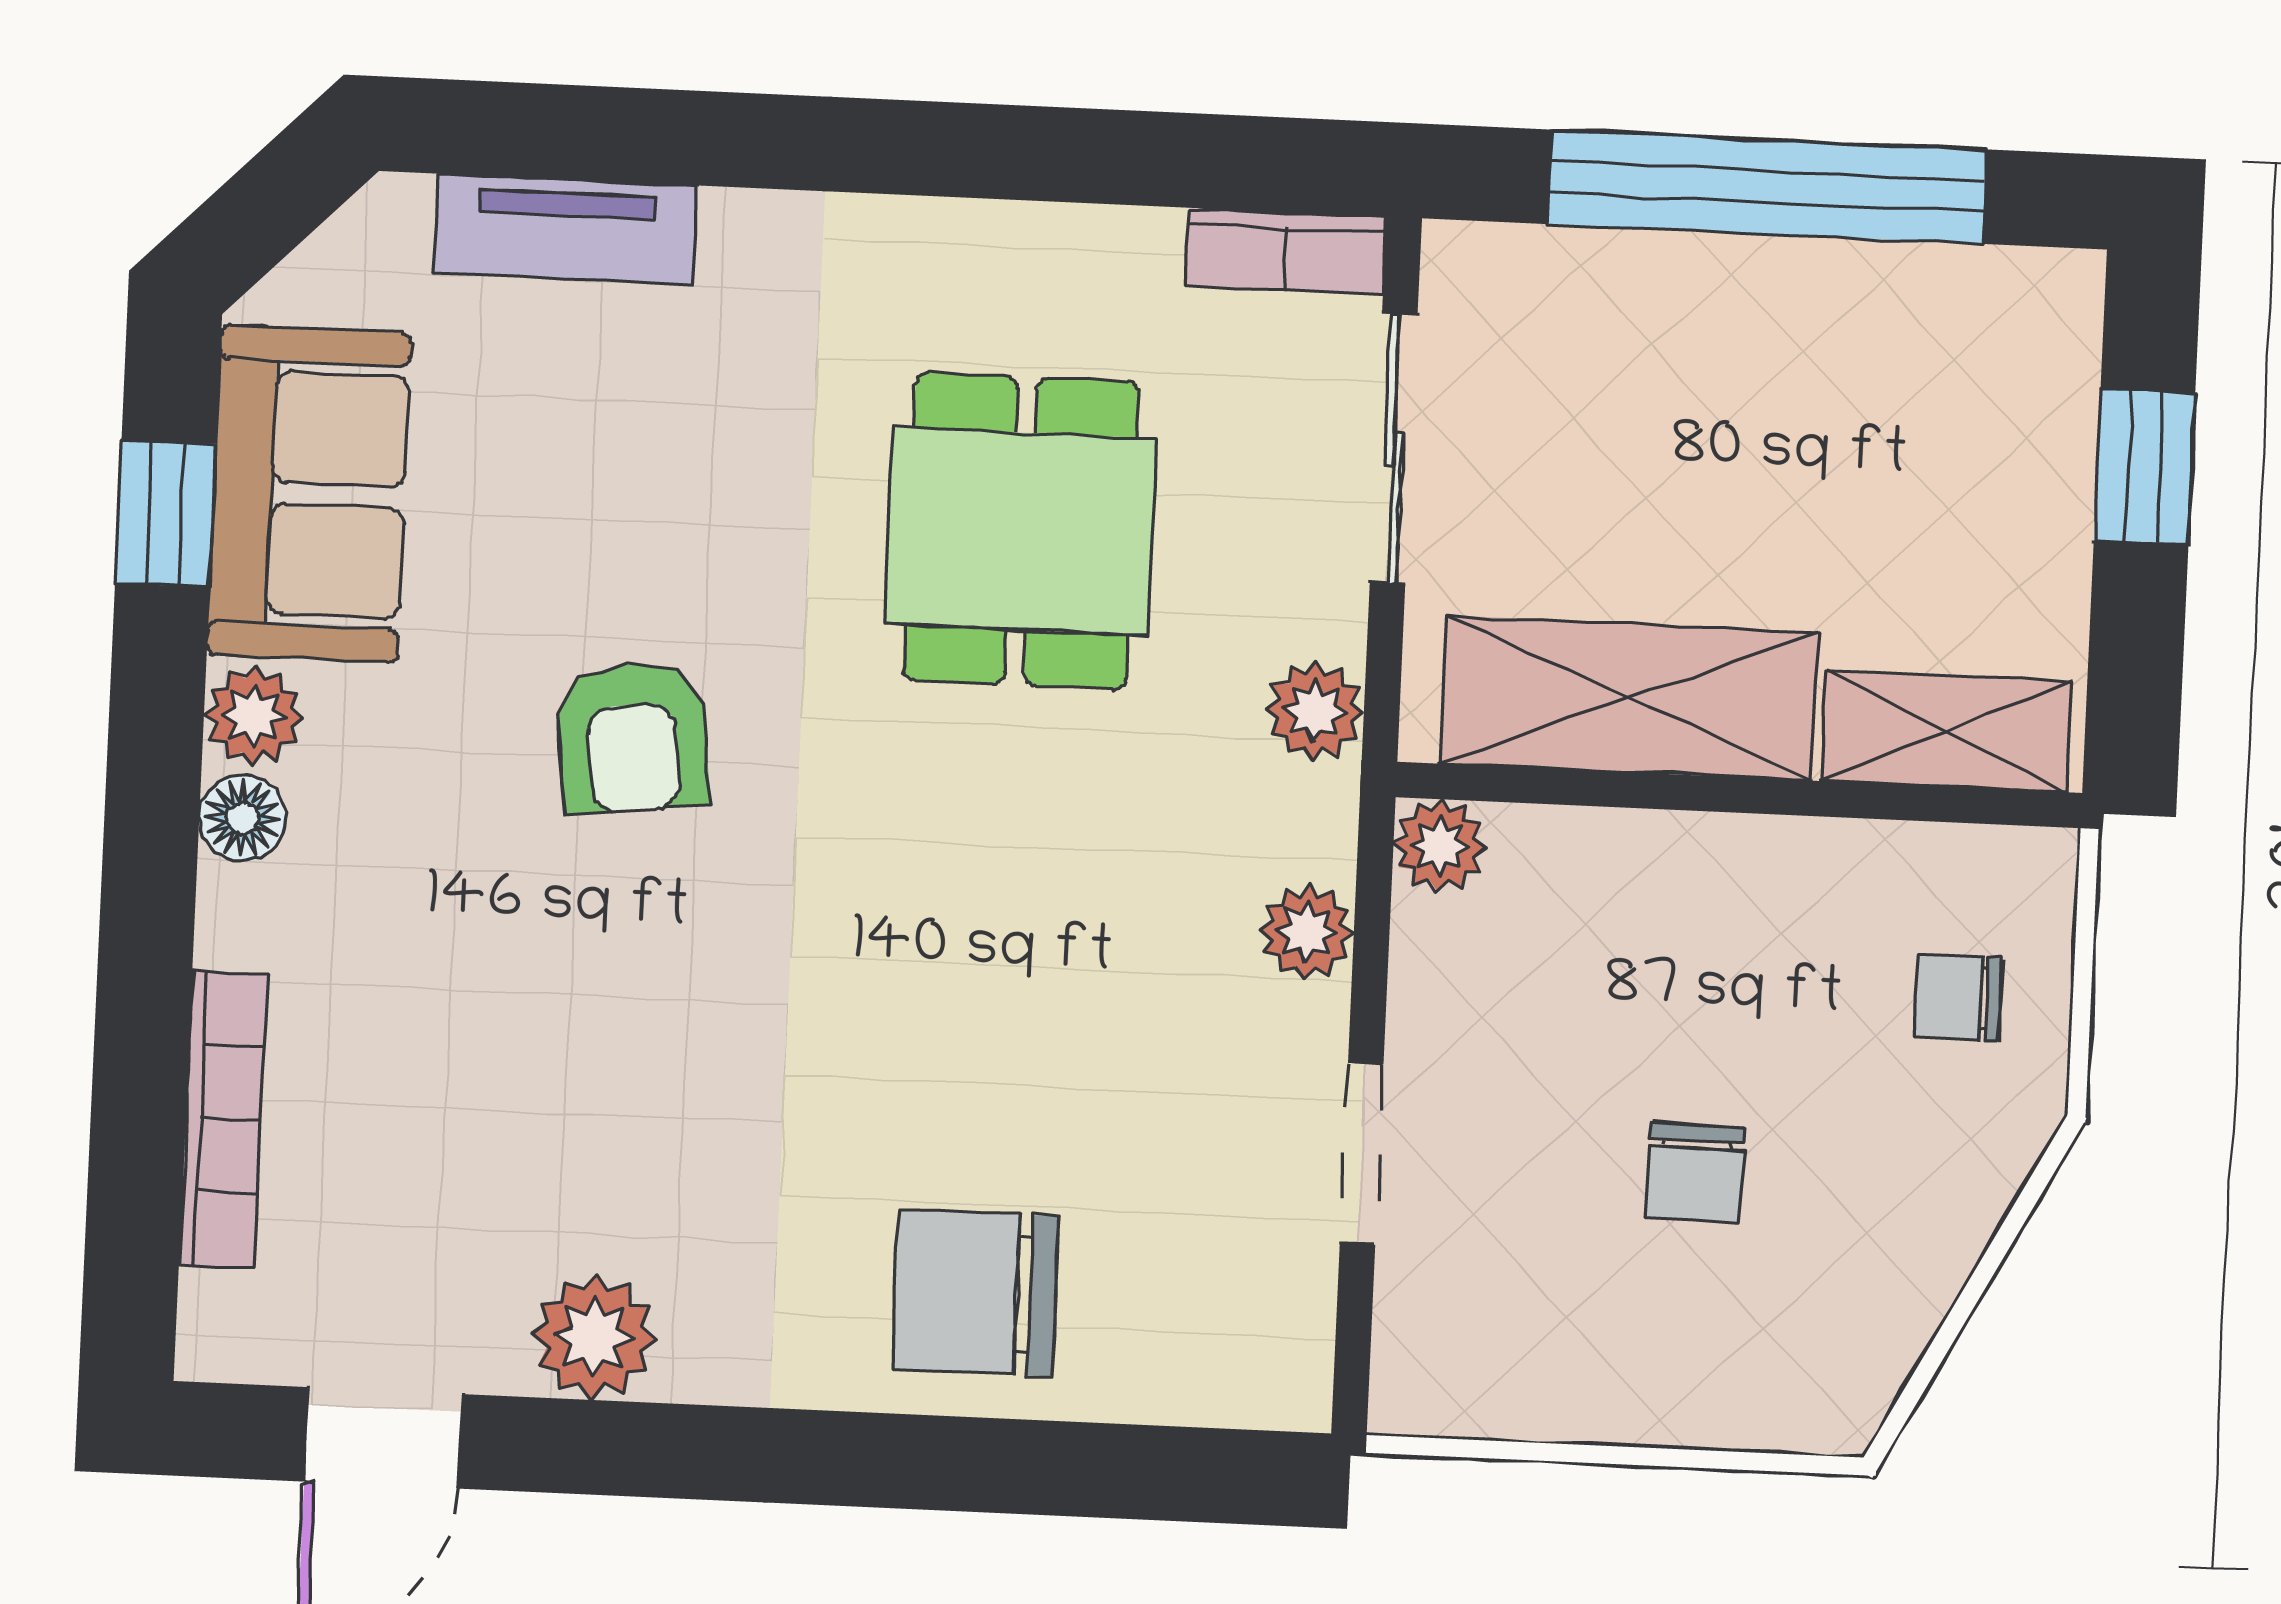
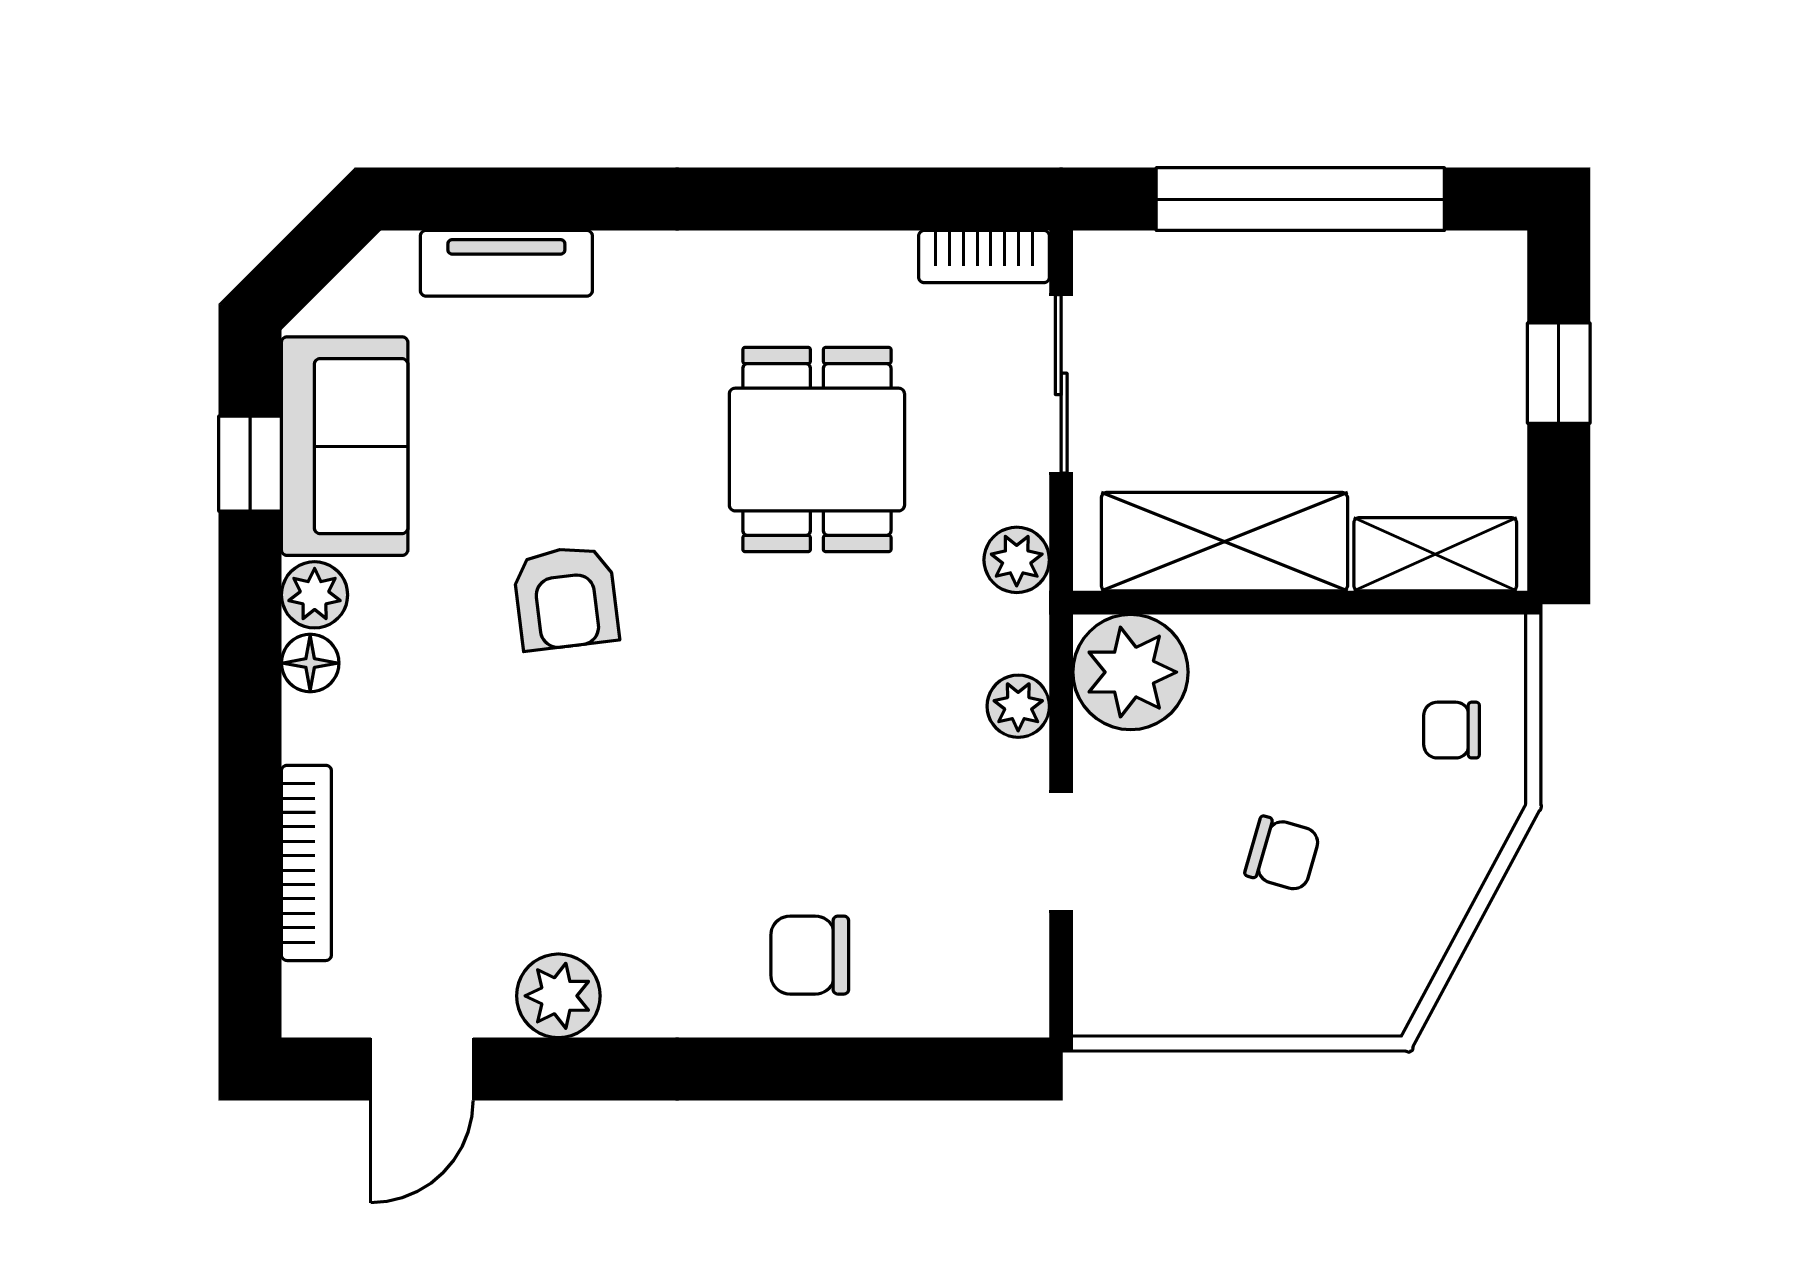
plant: (1440, 846) -> (1131, 672), width x1.87, depth x1.87
chair: (1695, 1172) -> (1283, 854), turned -75
chair: (976, 1293) -> (810, 955), width x0.73, depth x0.73

